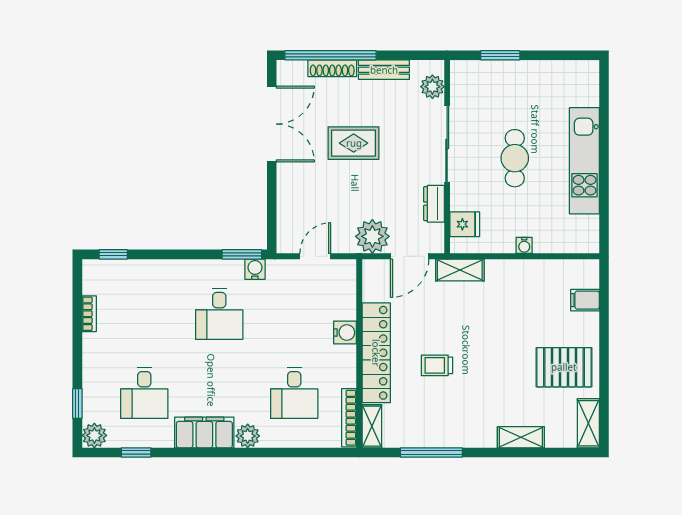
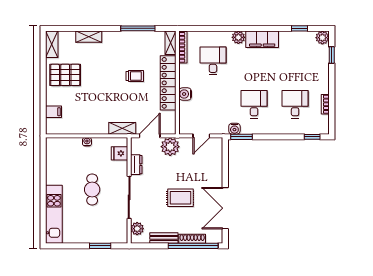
kitchen unit: (584, 161) -> (54, 214), moved
desk: (144, 393) -> (295, 104), moved

